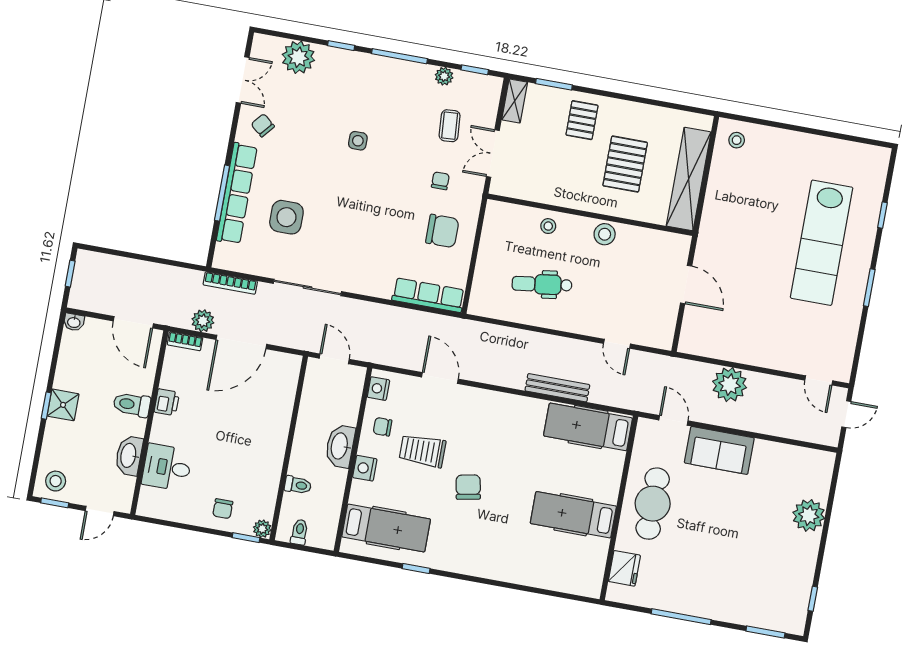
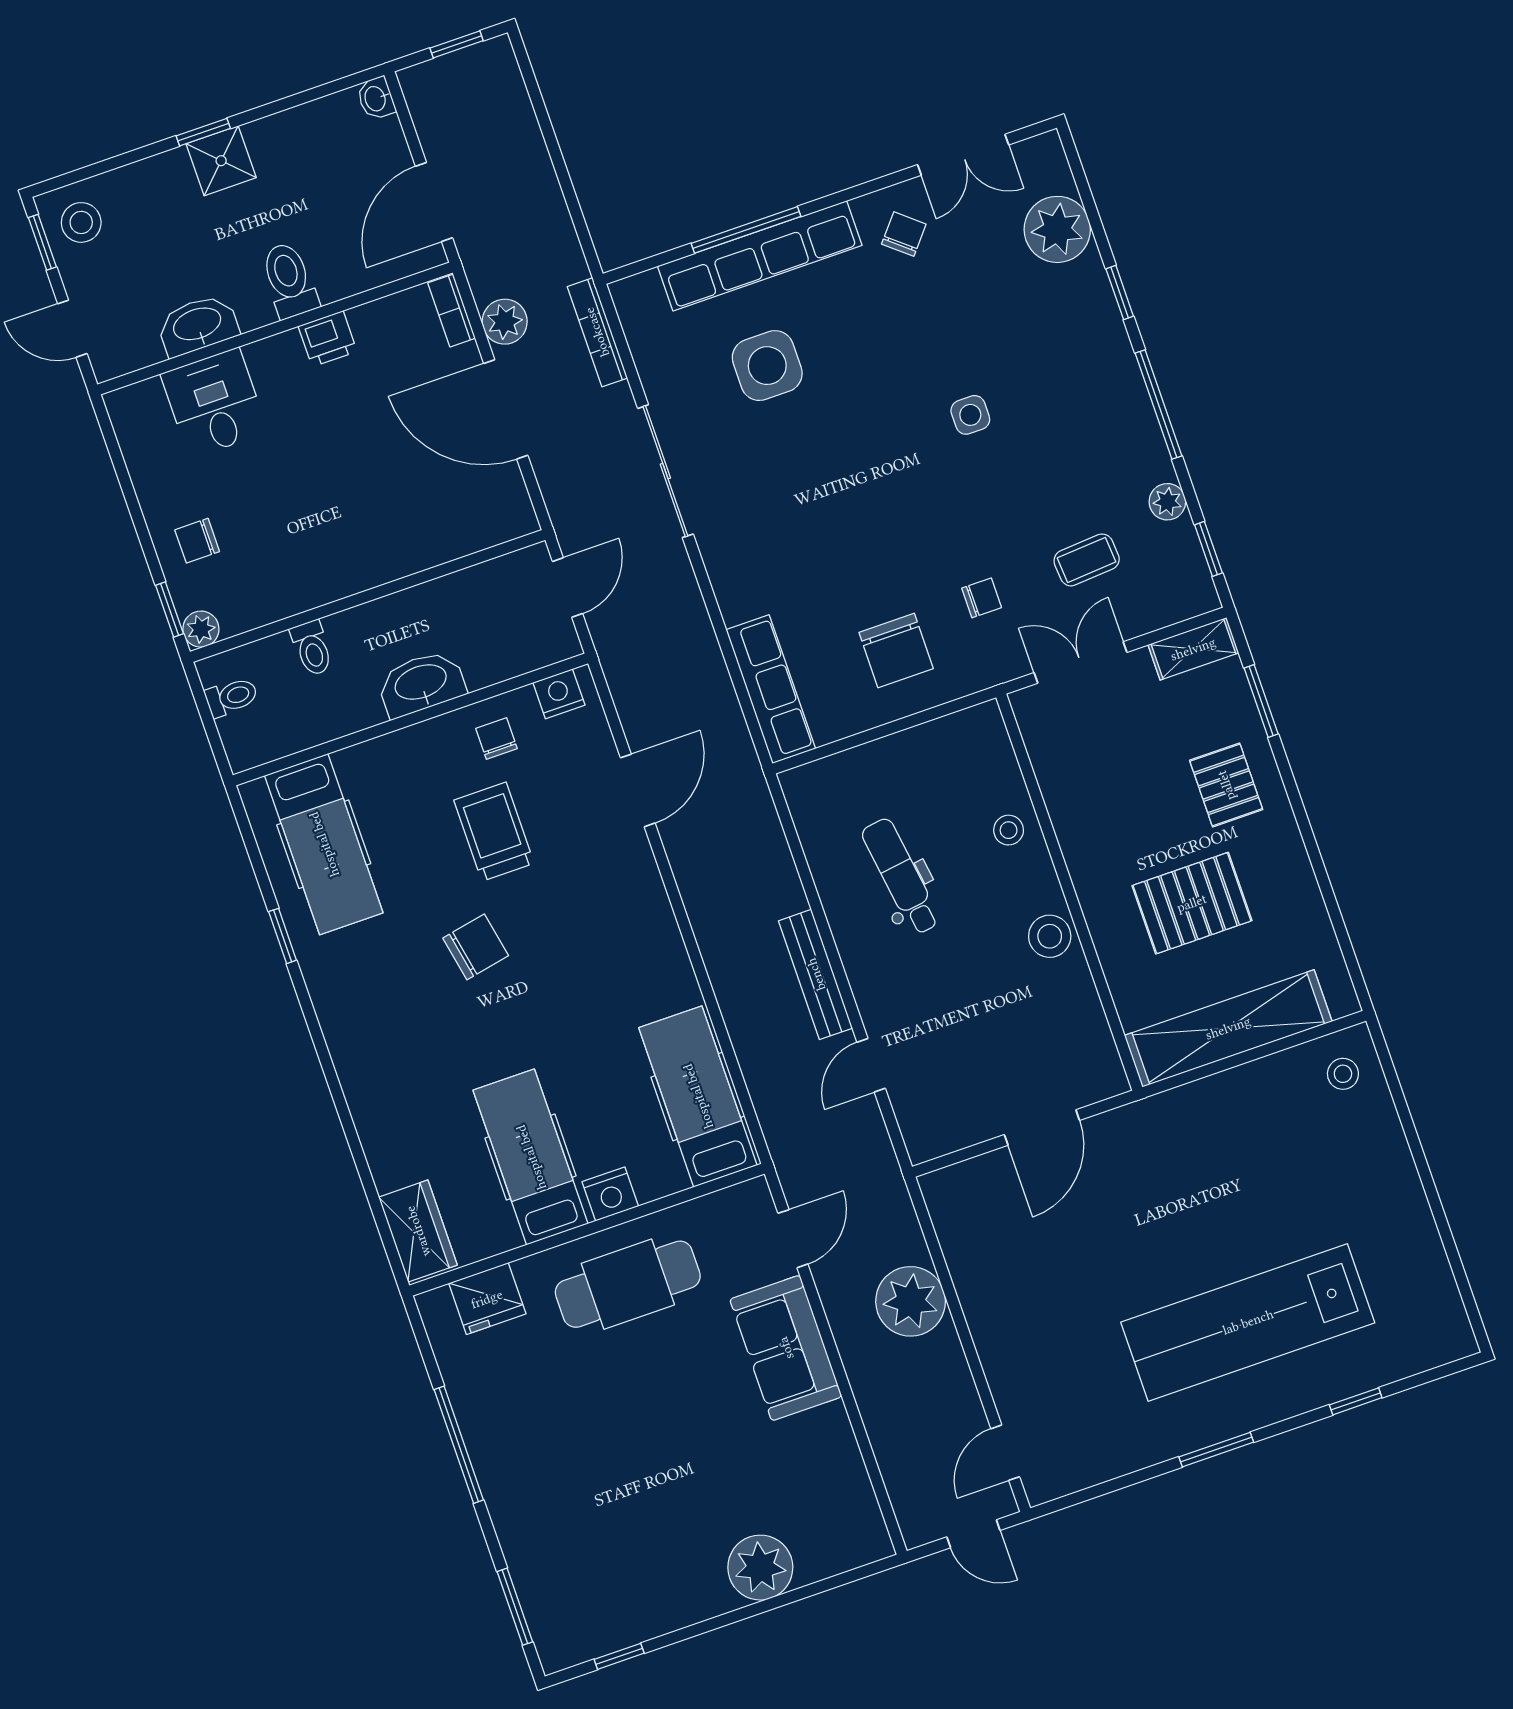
pallet: (582, 120) -> (1226, 785), turned 90
bench: (557, 388) -> (816, 974), moved
nightstand: (365, 468) -> (610, 1194), moved, turned 180
wardrobe: (578, 582) -> (418, 1231), added

